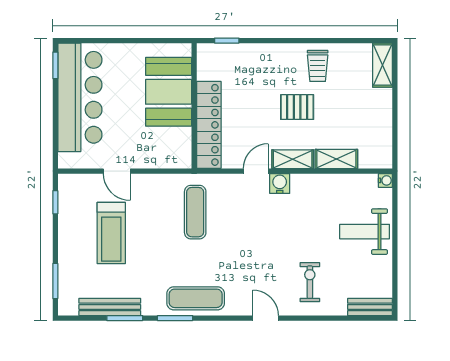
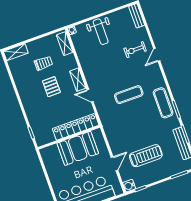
trolley: (318, 66) -> (43, 63), moved
booth: (169, 92) -> (78, 148), moved
shelving: (336, 159) -> (65, 44), moved
water cooler: (280, 183) -> (129, 186), moved
exercise mat: (195, 212) -> (129, 95), moved
door: (266, 318) -> (157, 55), moved

